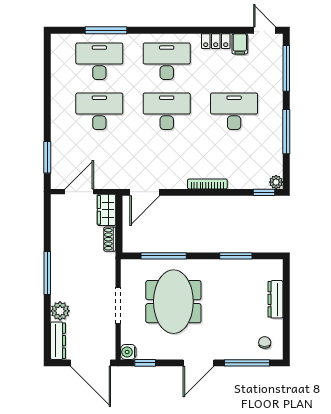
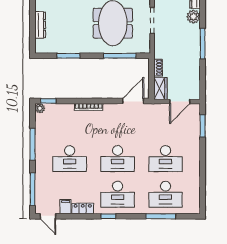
window: (180, 30) -> (108, 216), added

